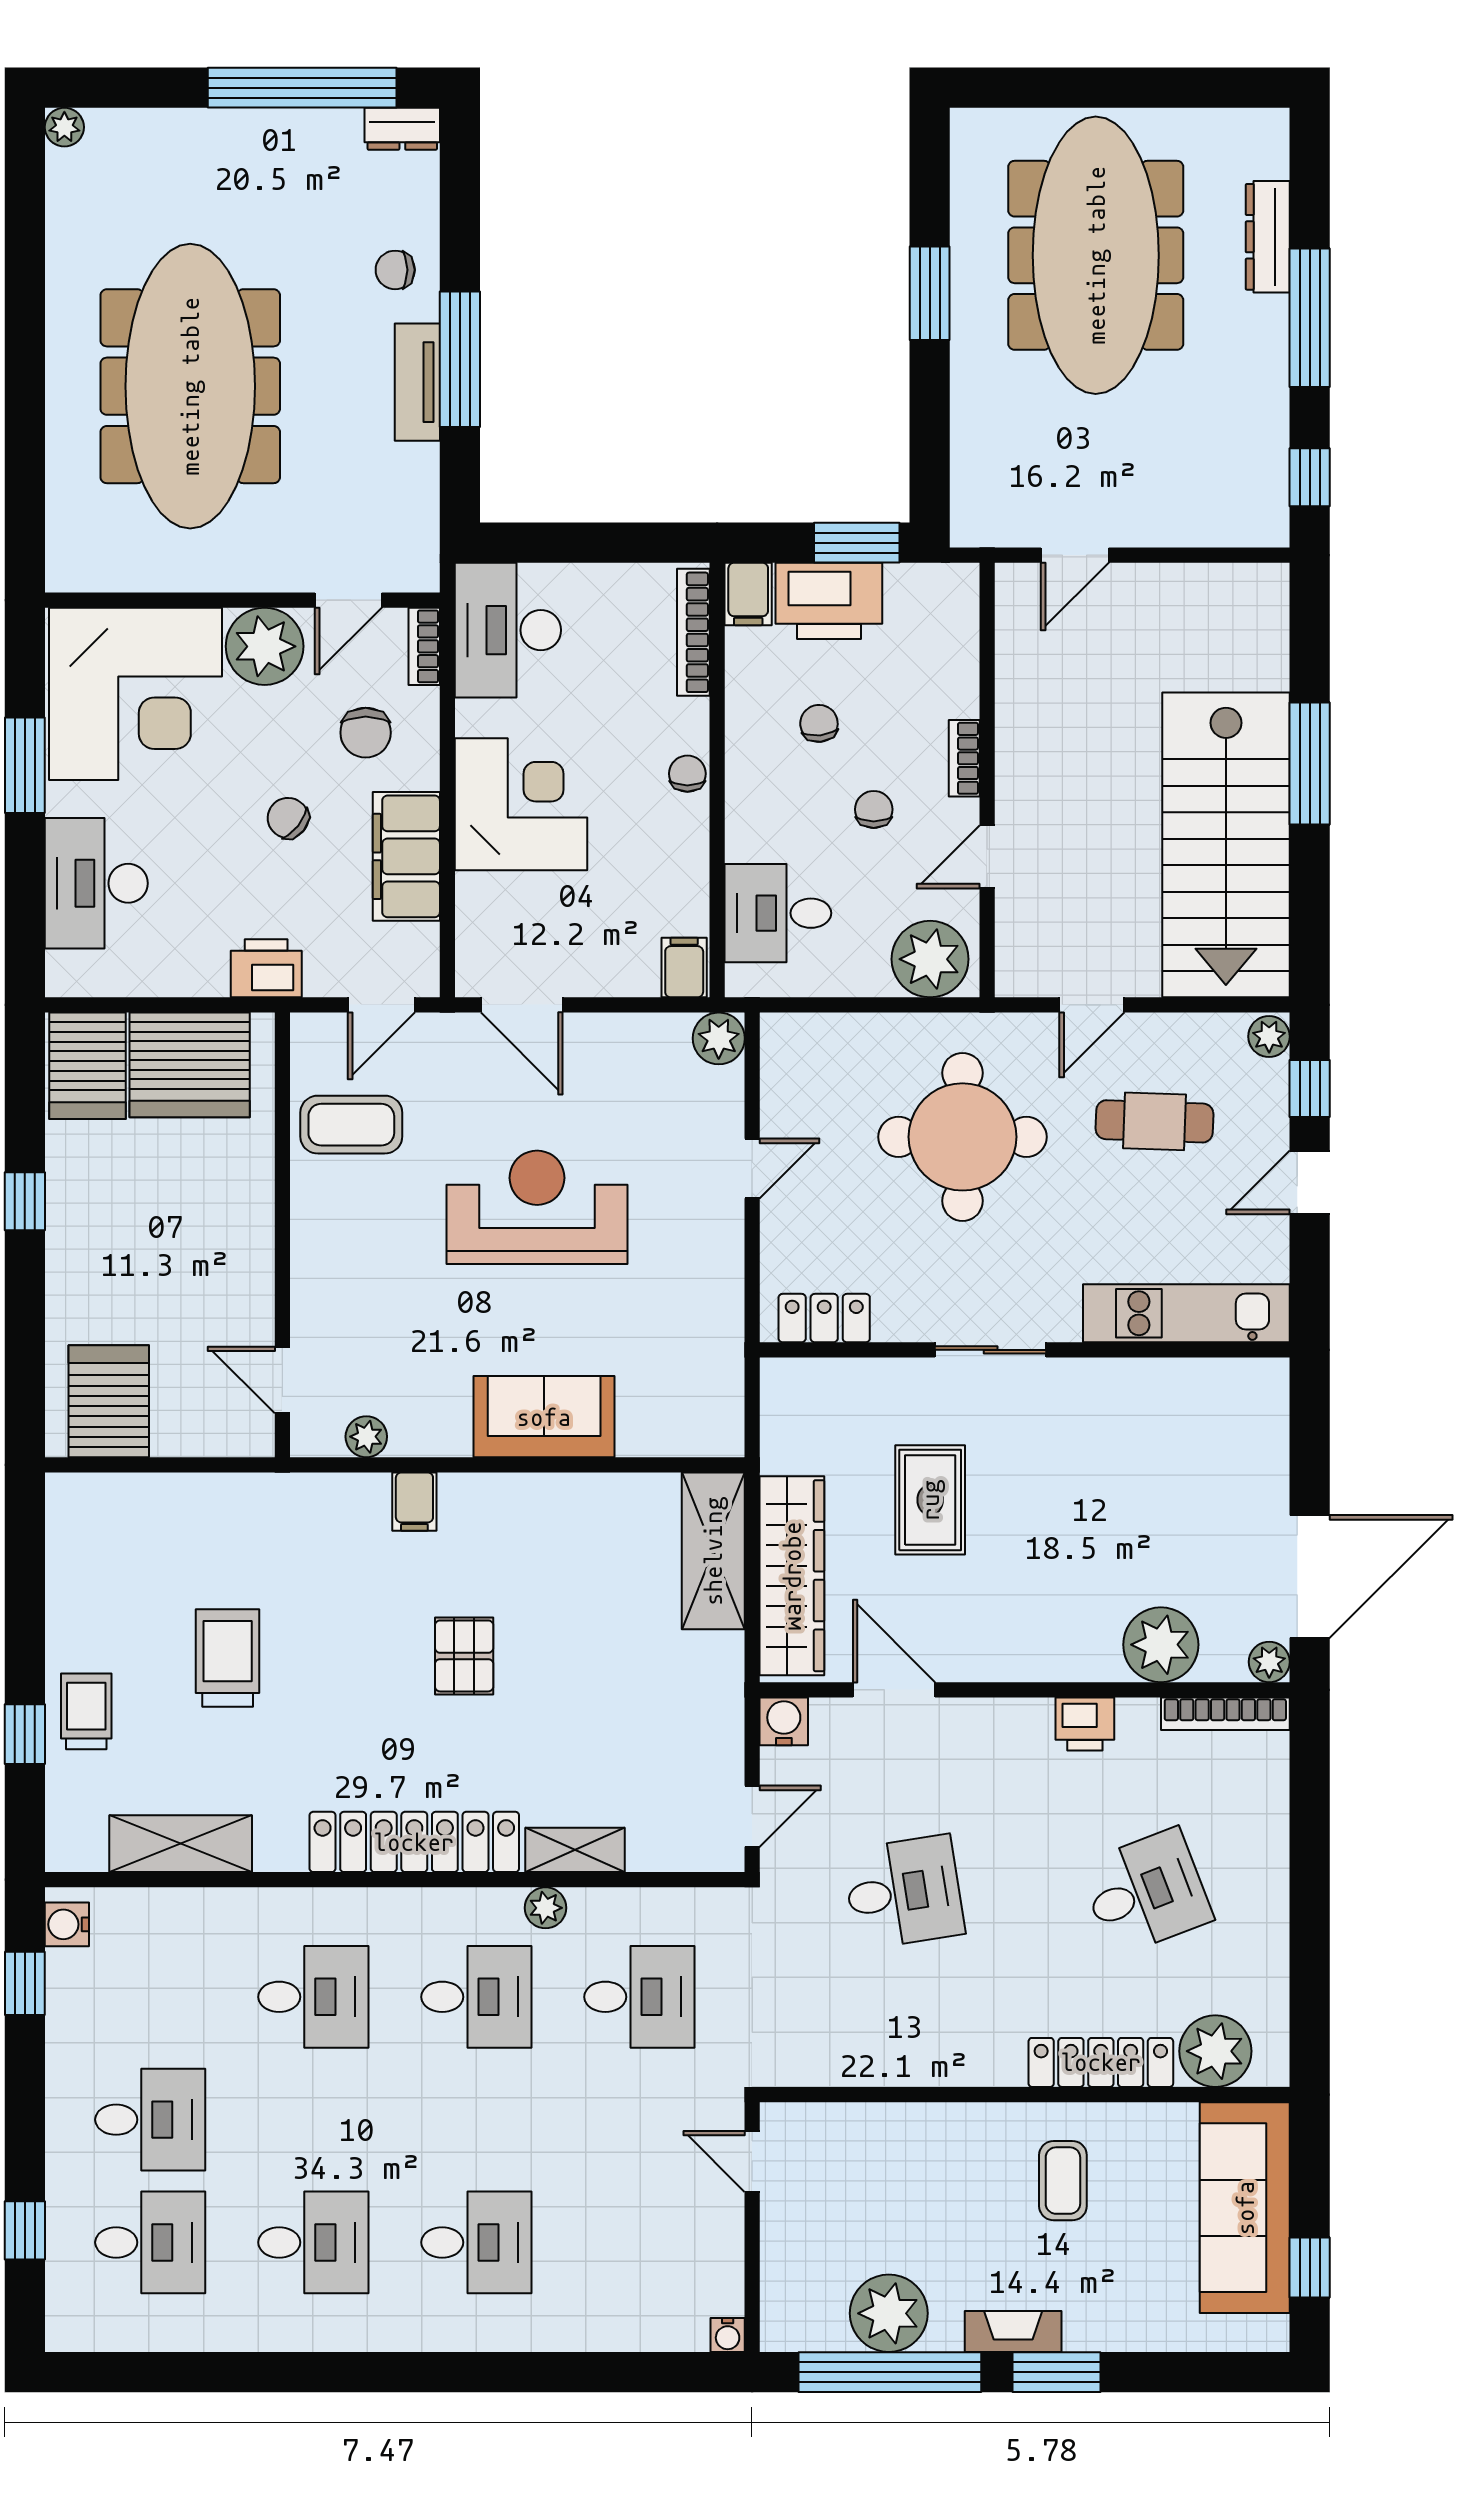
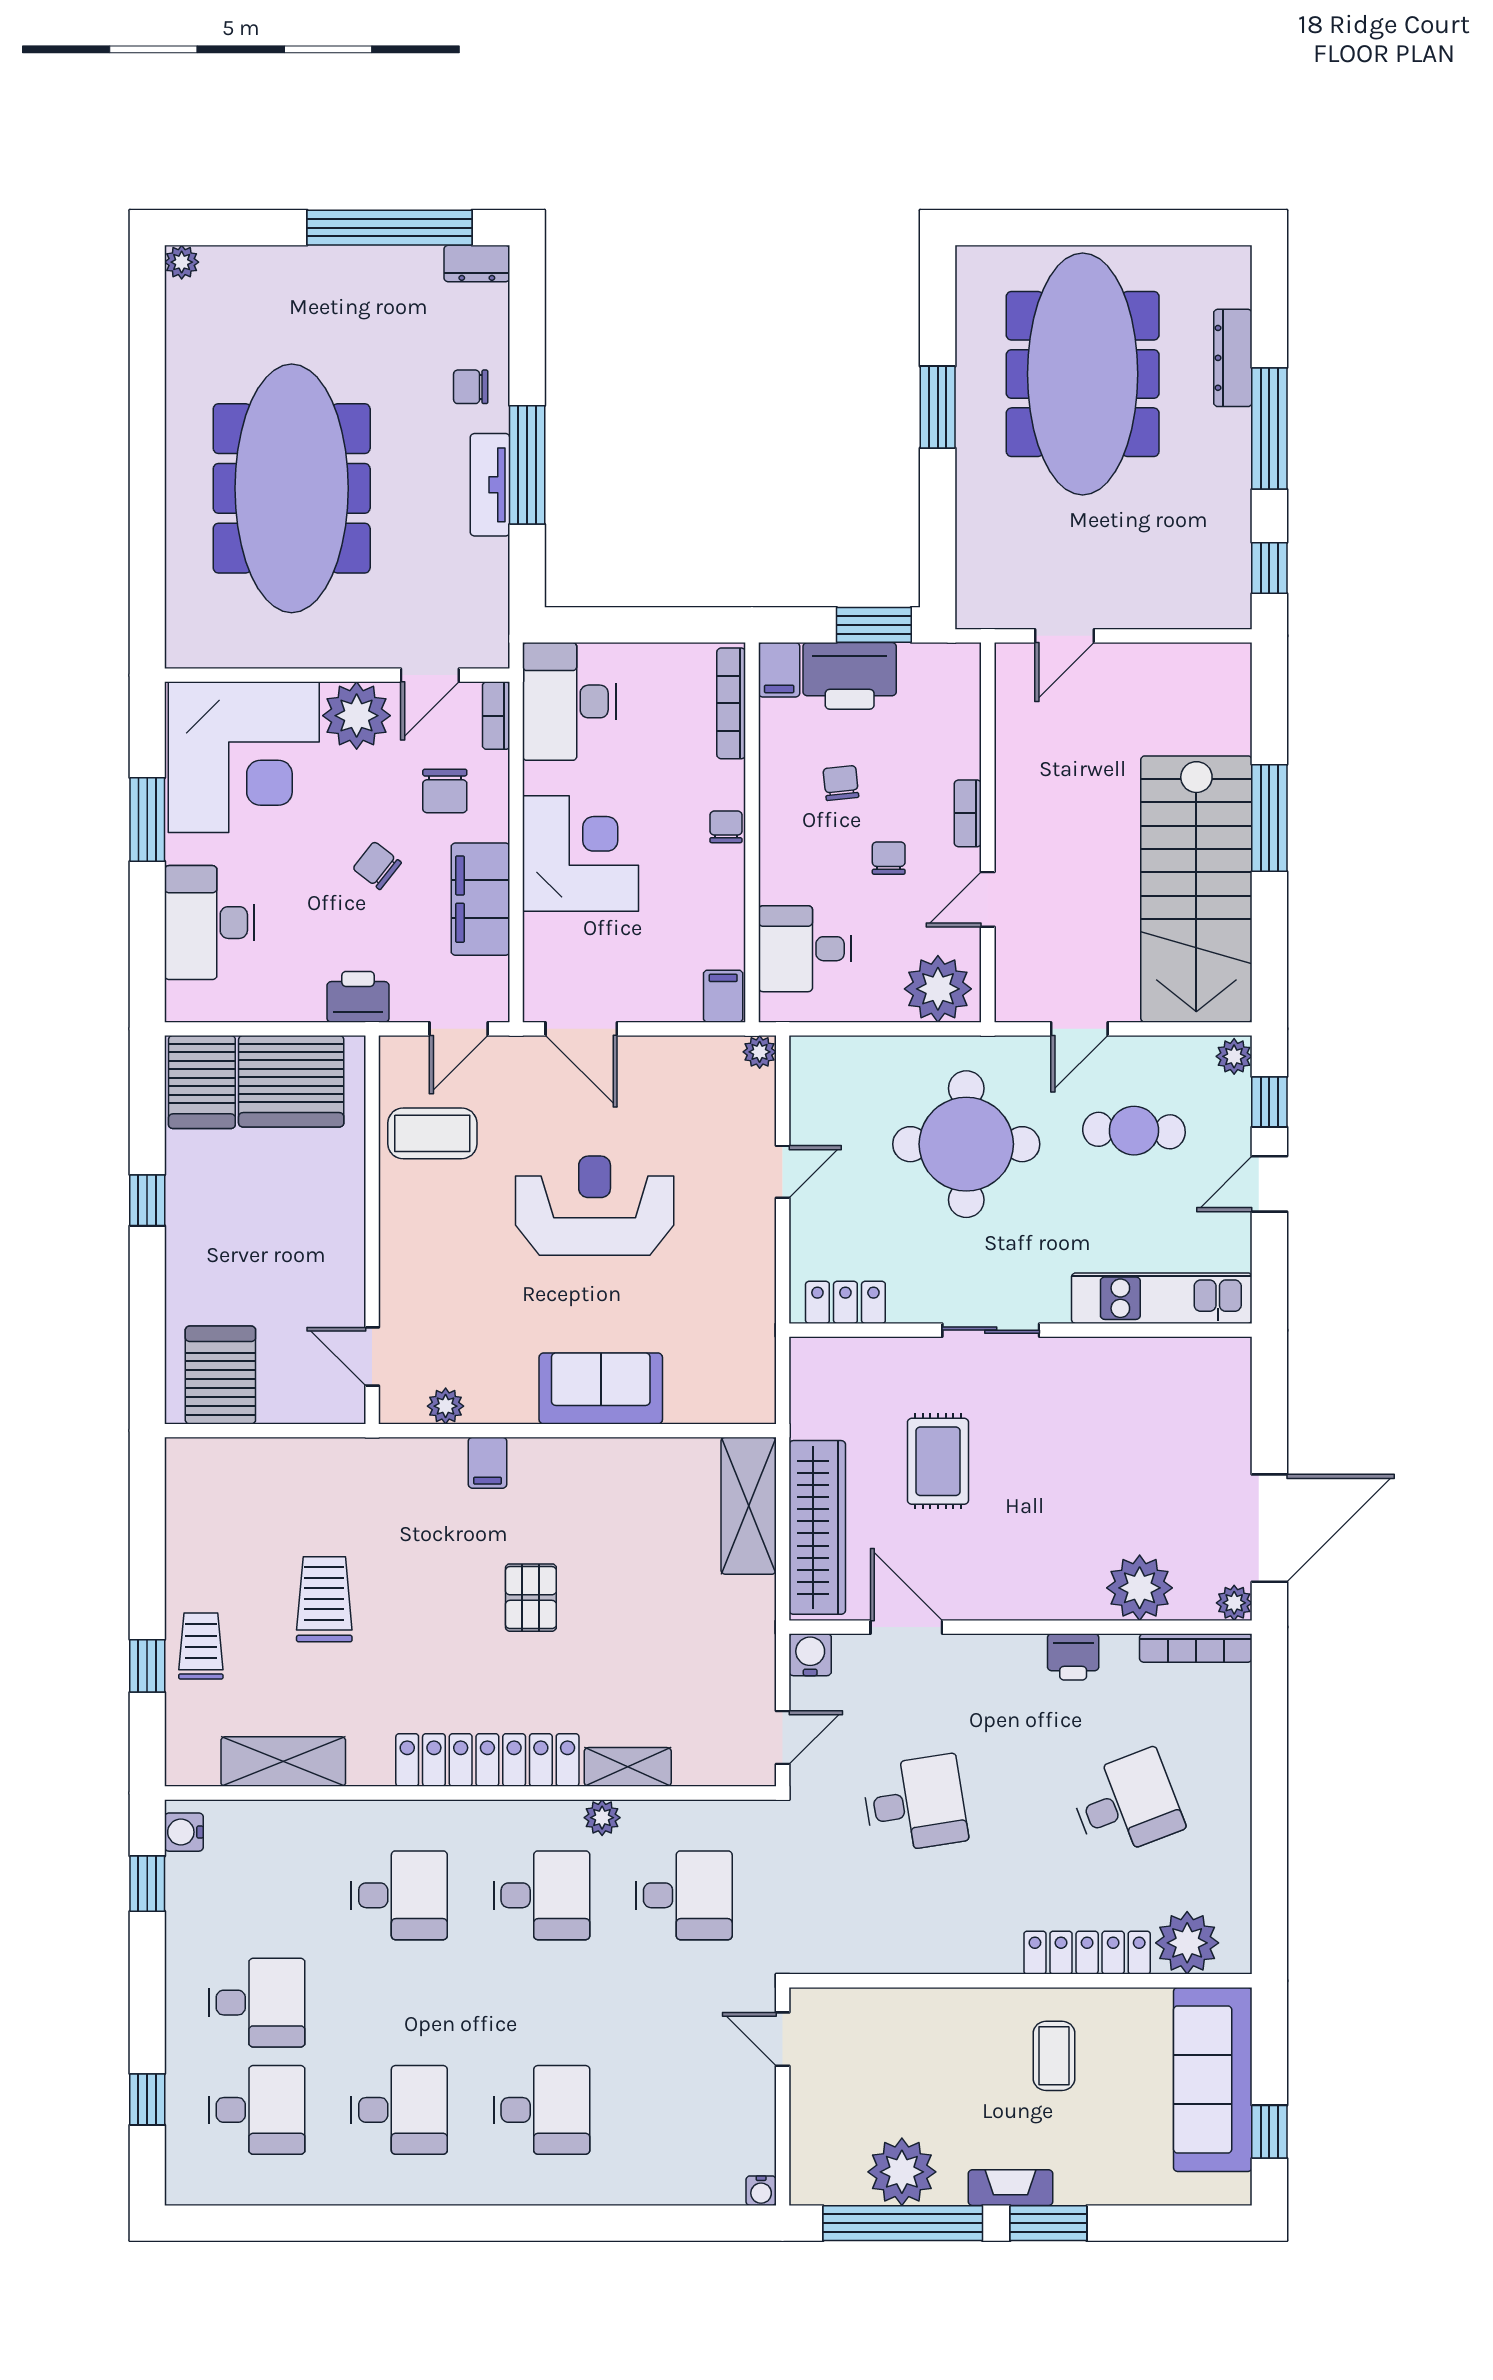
plant: (719, 1038) -> (760, 1052), width x0.73, depth x0.73

